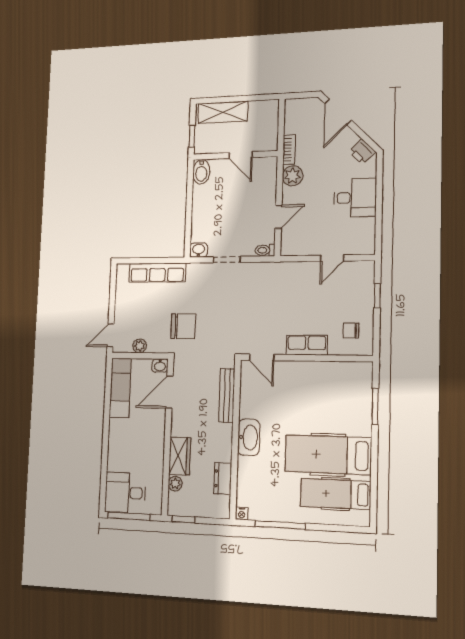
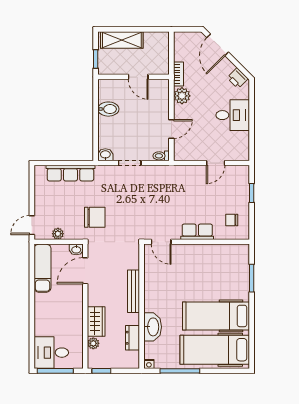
bidet: (201, 172) -> (108, 109), moved, turned -90
bench: (227, 395) -> (133, 291), moved
washbasin: (249, 437) -> (153, 327), moved
hospital bed: (336, 494) -> (215, 350), width x1.37, depth x1.29

